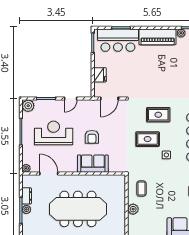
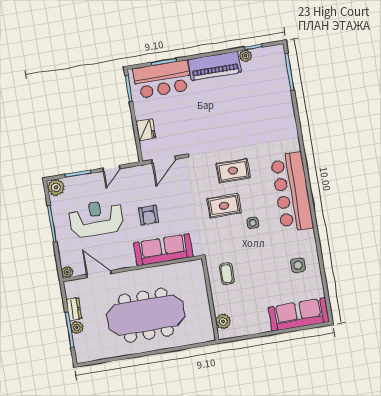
sofa: (93, 164) -> (163, 250), width x1.36
plant: (133, 209) -> (223, 321), moved

